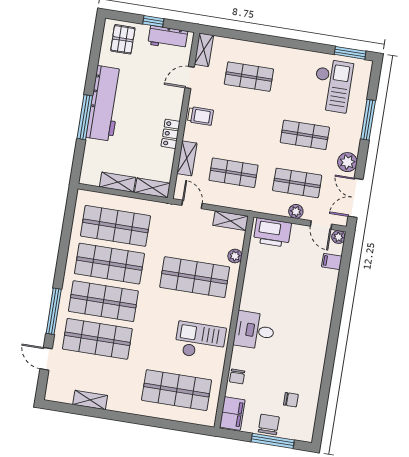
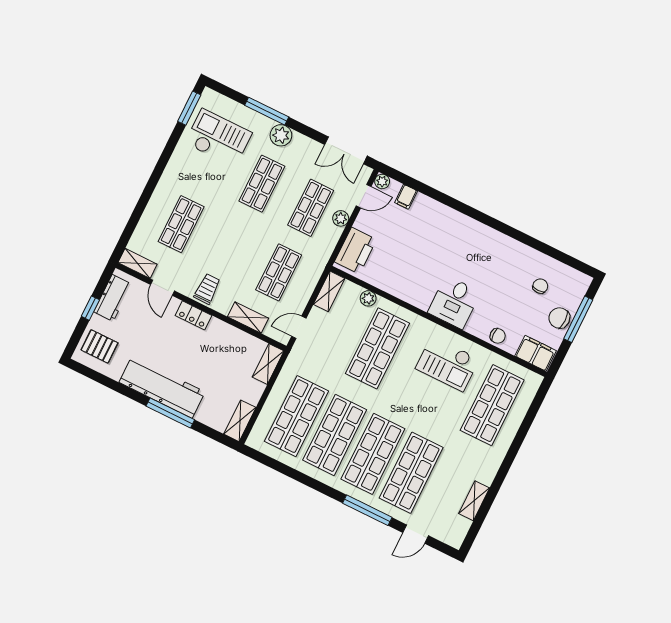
locker: (171, 134) -> (194, 315), moved
plant: (347, 162) -> (281, 135), moved
shelving: (118, 182) -> (240, 421), moved
checkout: (200, 341) -> (447, 364), turned -90

